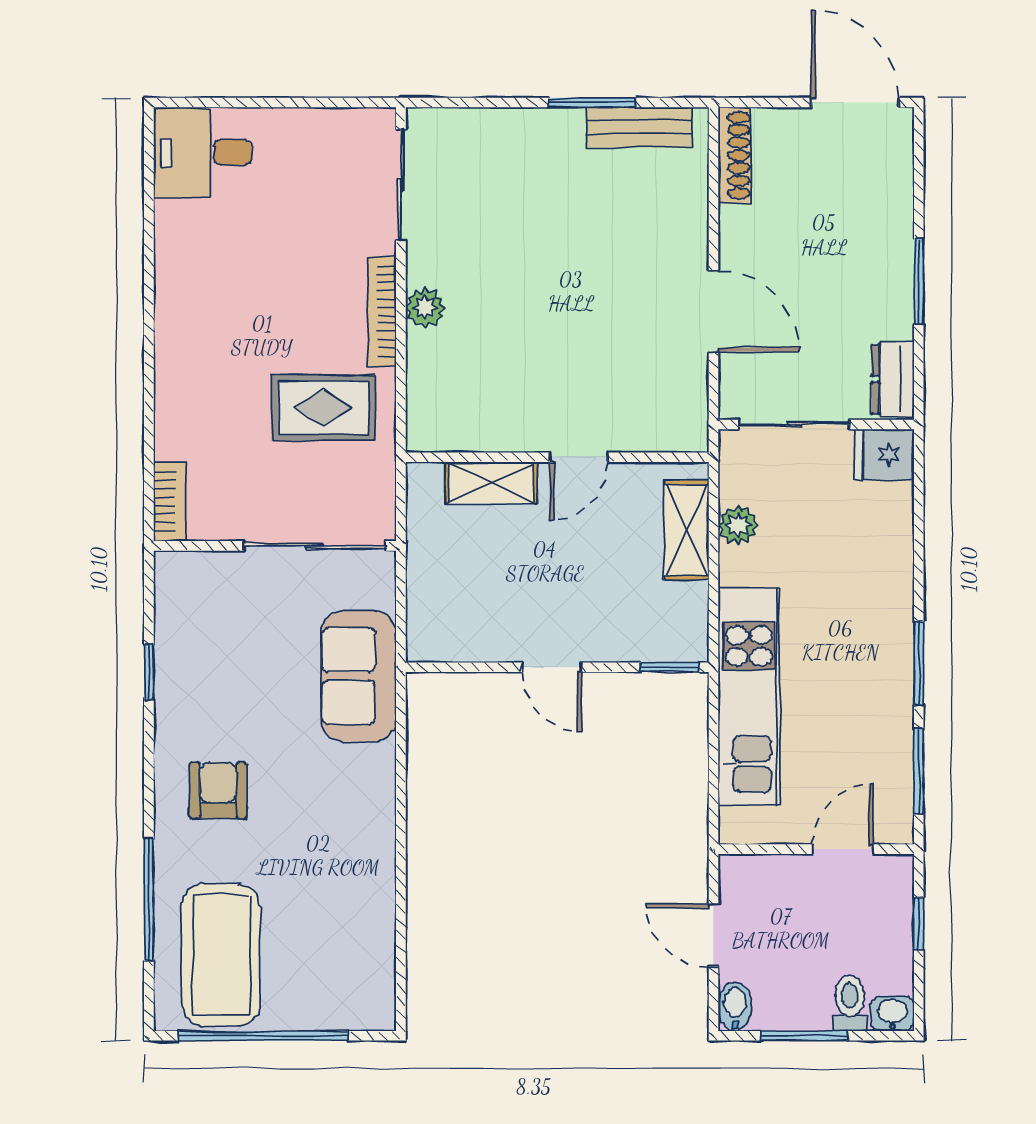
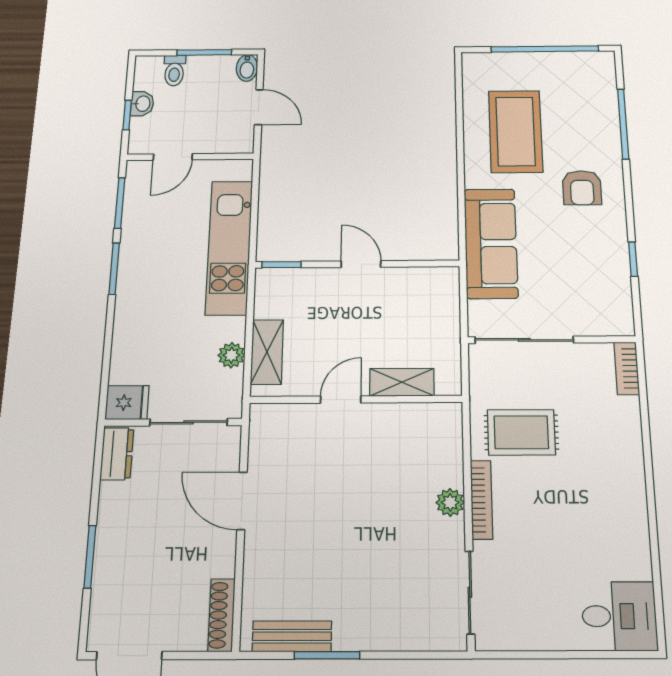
window: (919, 282) -> (90, 557), moved
sofa: (358, 676) -> (491, 243), width x1.36
coffee table: (221, 955) -> (516, 131), moved
washbasin: (892, 1014) -> (142, 104), moved, turned -90

